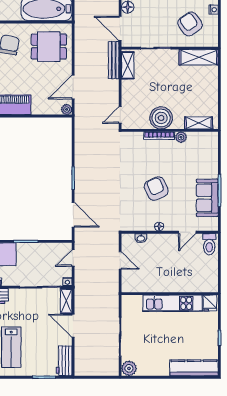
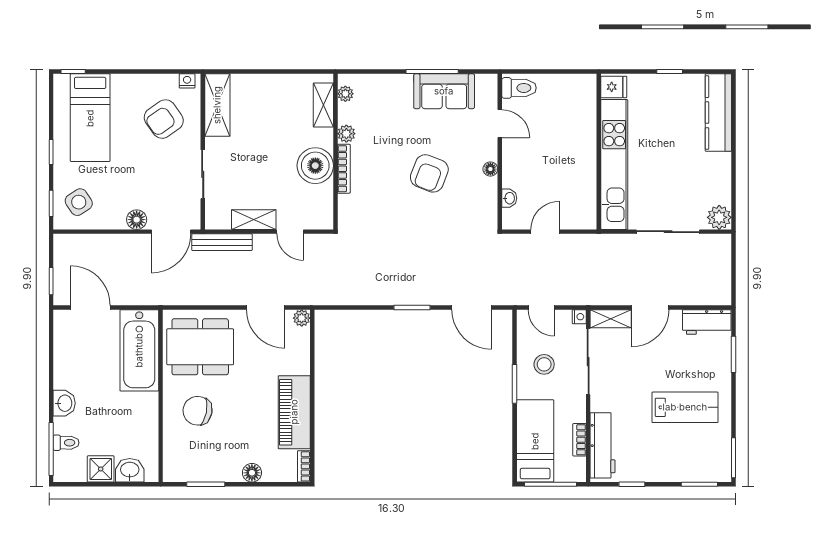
nightstand: (214, 10) -> (187, 81), moved
dining table: (49, 47) -> (200, 347), width x1.38
shelving: (128, 65) -> (254, 220), moved
door: (120, 115) -> (290, 232), moved
plant: (206, 137) -> (345, 94), added
armchair: (156, 189) -> (429, 173), turned -45
door: (73, 215) -> (472, 307), swing flipped
stool: (38, 260) -> (544, 364), added
kitchen unit: (173, 303) -> (614, 165), width x1.36

